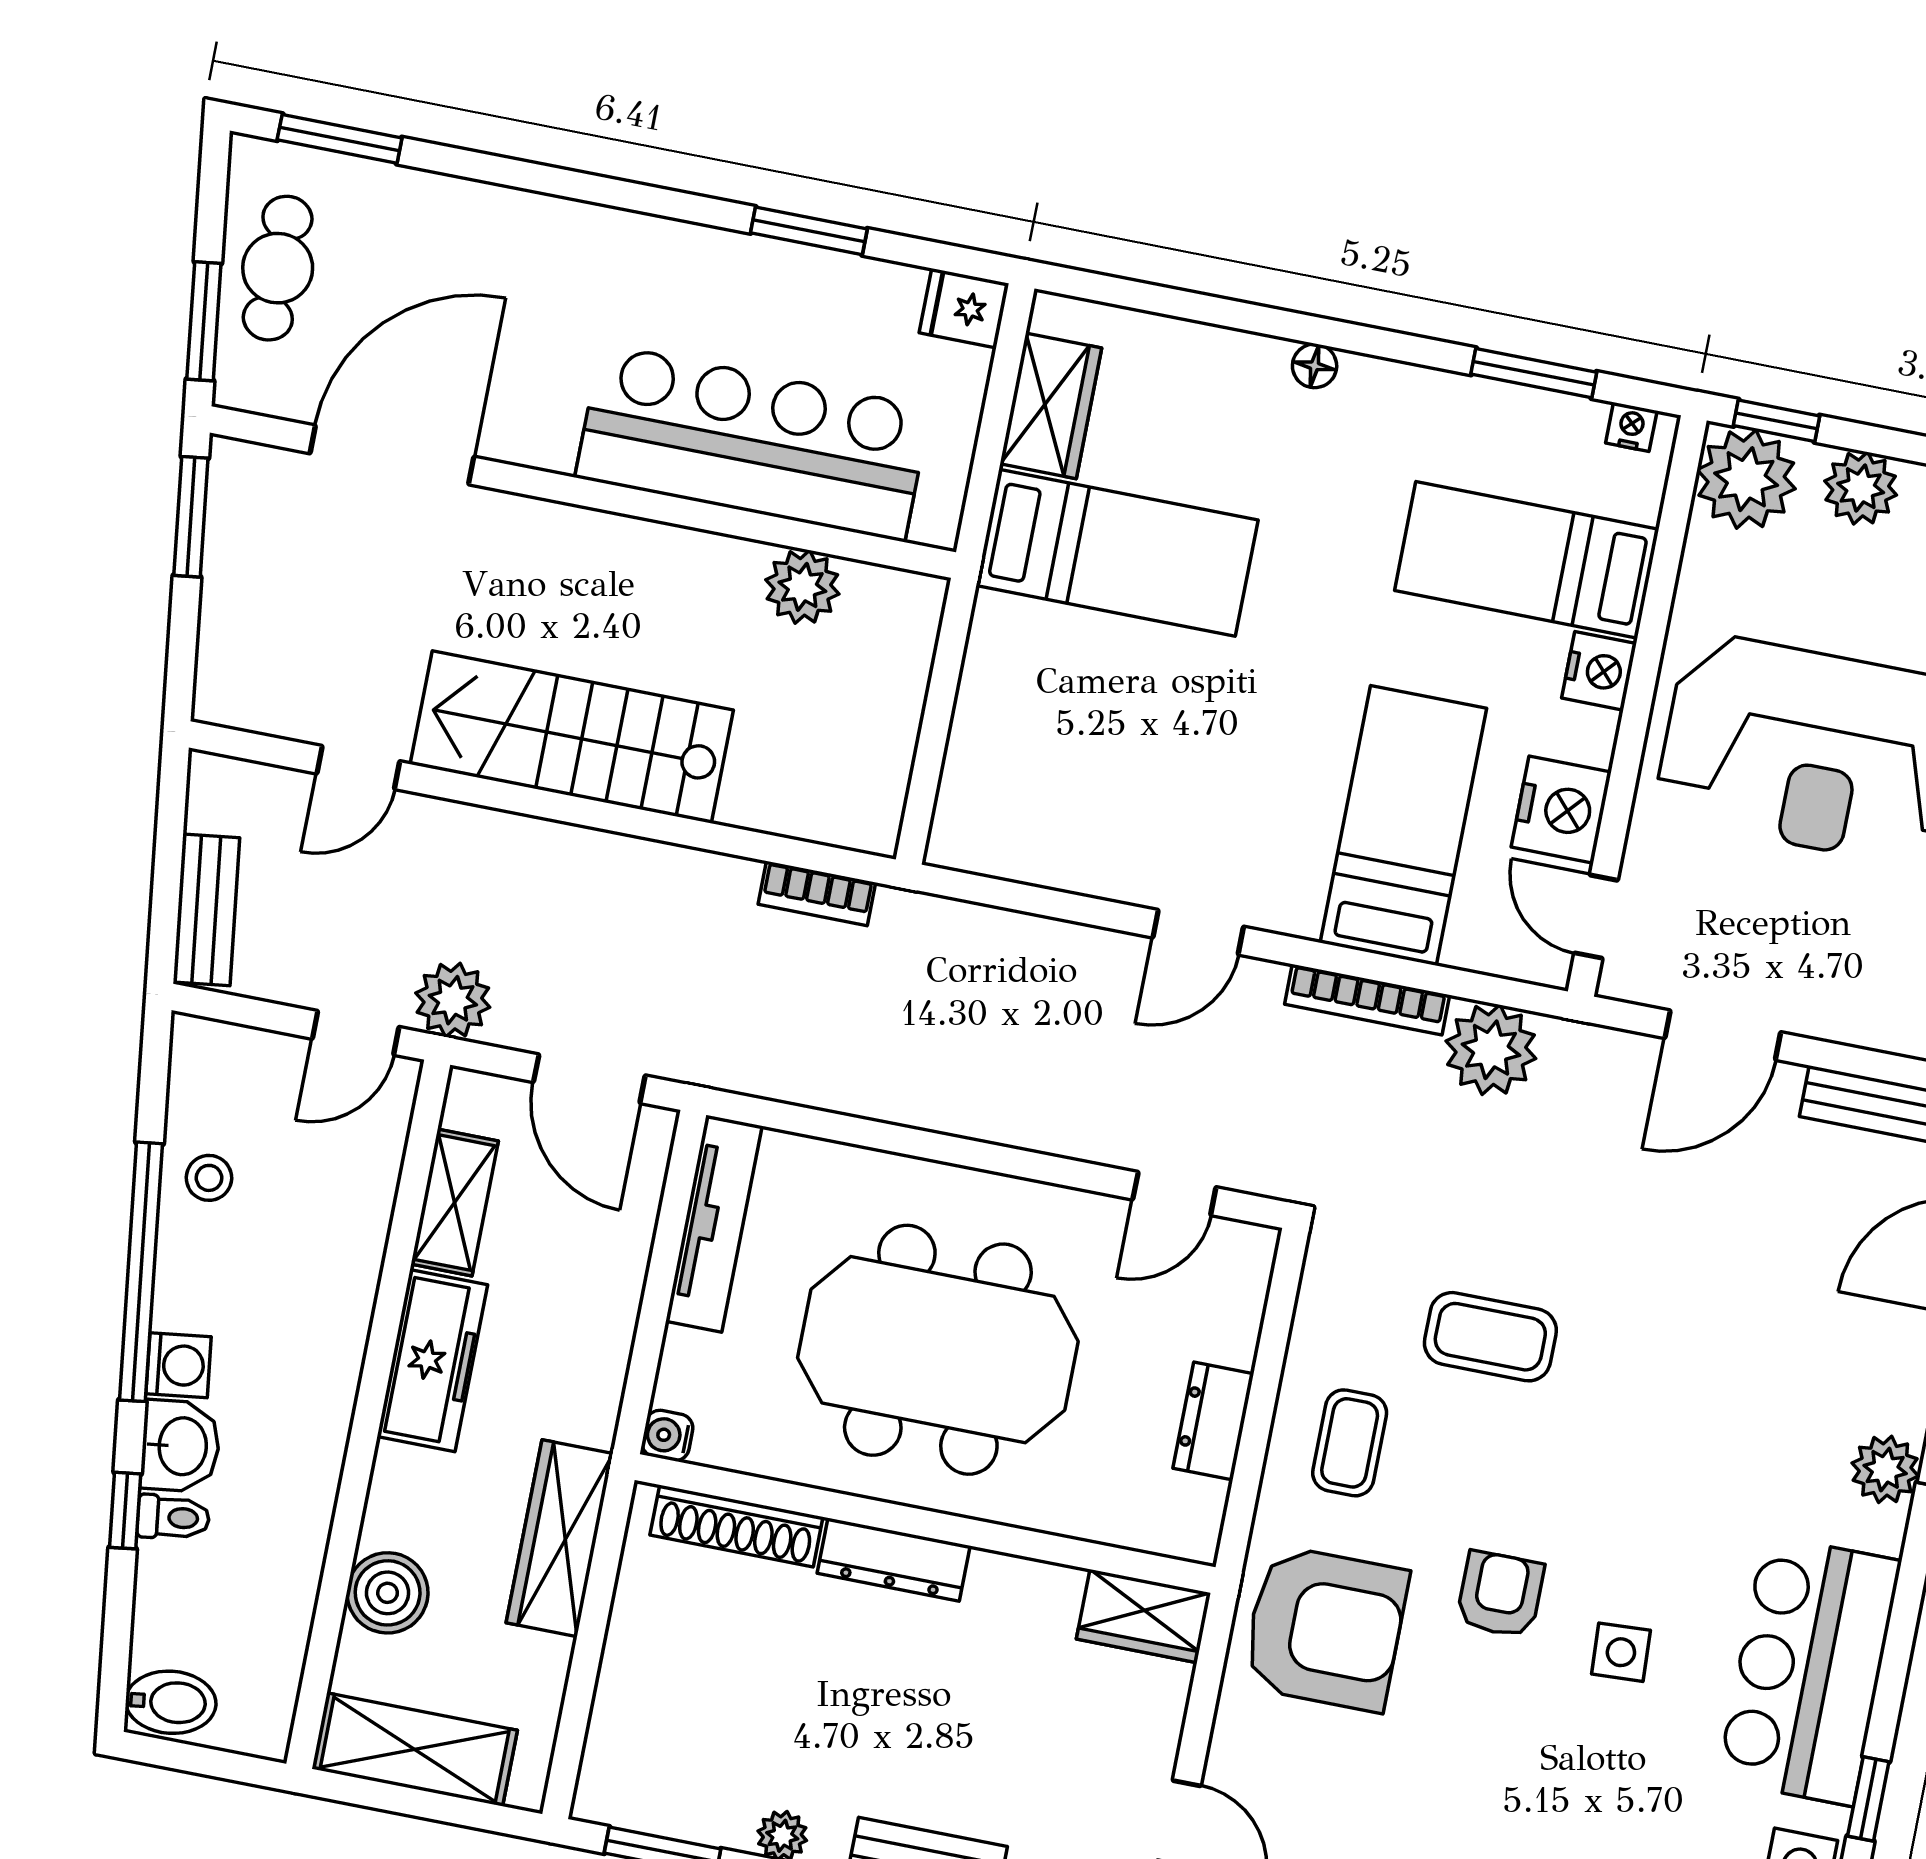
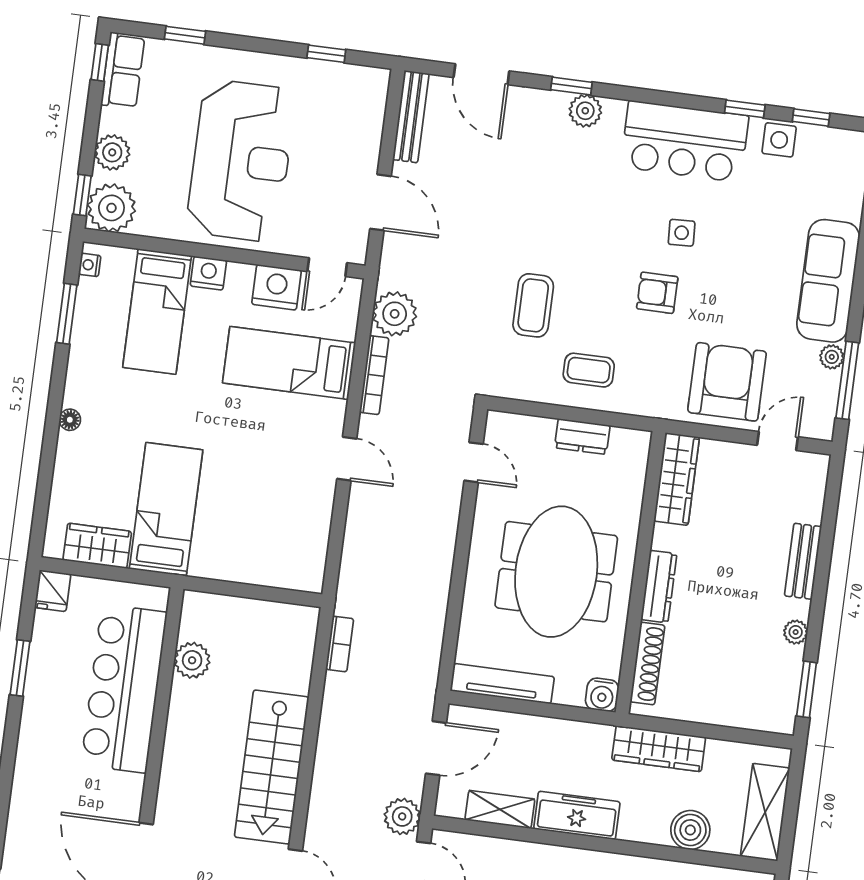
water cooler: (667, 1436) -> (602, 695), width x1.38, depth x1.38
wardrobe: (1143, 1616) -> (677, 479), width x1.50
armchair: (1325, 1628) -> (727, 382), moved

